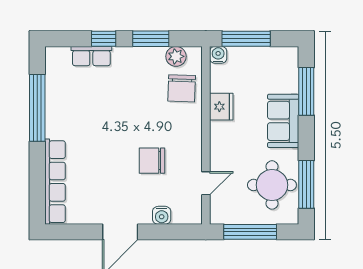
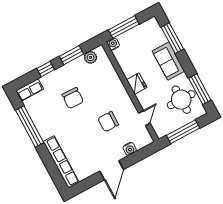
row of seats: (91, 56) -> (30, 90), moved
chair: (182, 88) -> (73, 98), moved
fridge: (221, 107) -> (137, 84), moved

